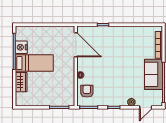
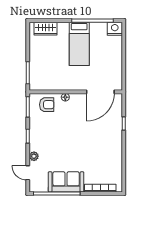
nightstand: (21, 47) -> (115, 29), moved
wardrobe: (21, 82) -> (45, 29), moved

